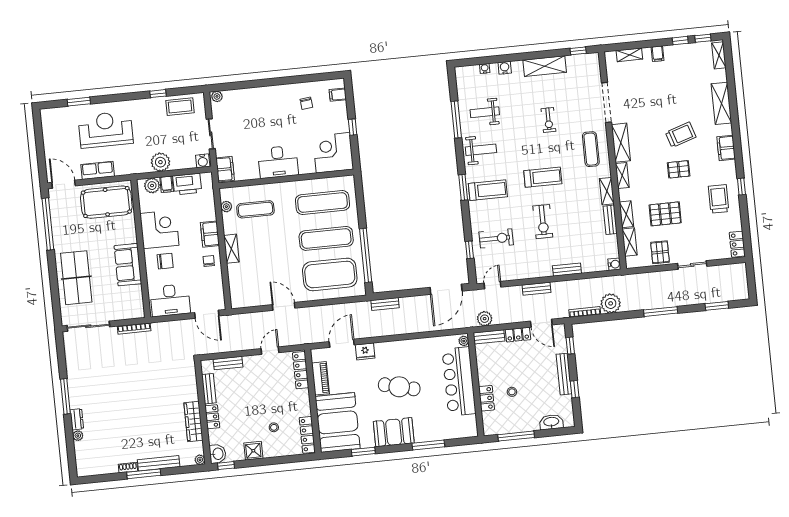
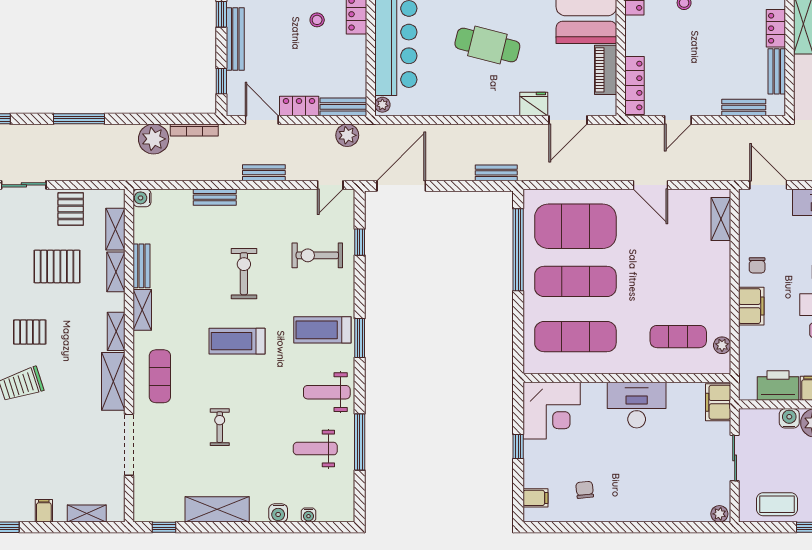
weight bench: (485, 112) -> (315, 449), turned 180
water cooler: (203, 161) -> (789, 418), moved
shelving: (231, 249) -> (721, 219), moved

